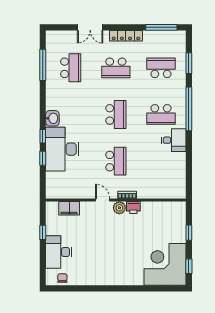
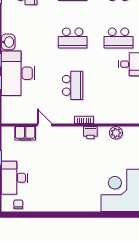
school desk: (116, 114) -> (73, 38), turned 90
door: (103, 200) -> (45, 125), moved
plant: (119, 208) -> (116, 133), moved

